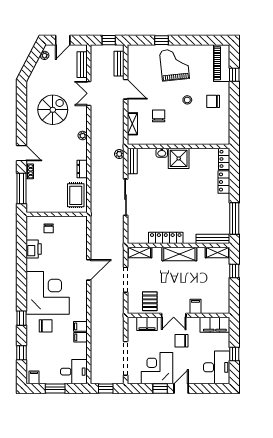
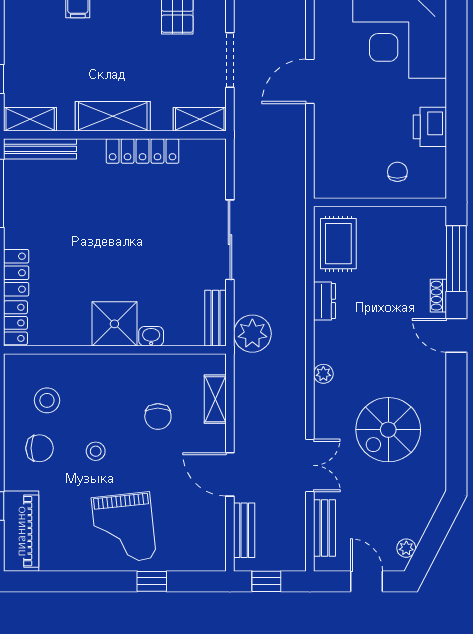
door: (63, 40) -> (367, 581), hinge flipped
stool: (210, 123) -> (47, 400), added
plant: (119, 154) -> (252, 334), width x1.88, depth x1.88

